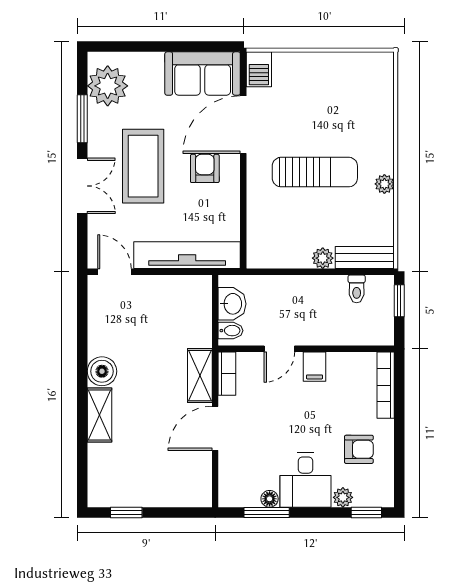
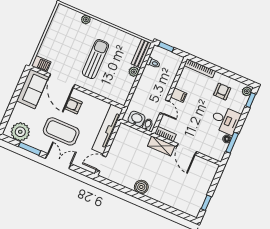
plant: (384, 184) -> (86, 20), moved
shelving: (100, 415) -> (160, 196), removed
plant: (343, 497) -> (247, 91), moved

